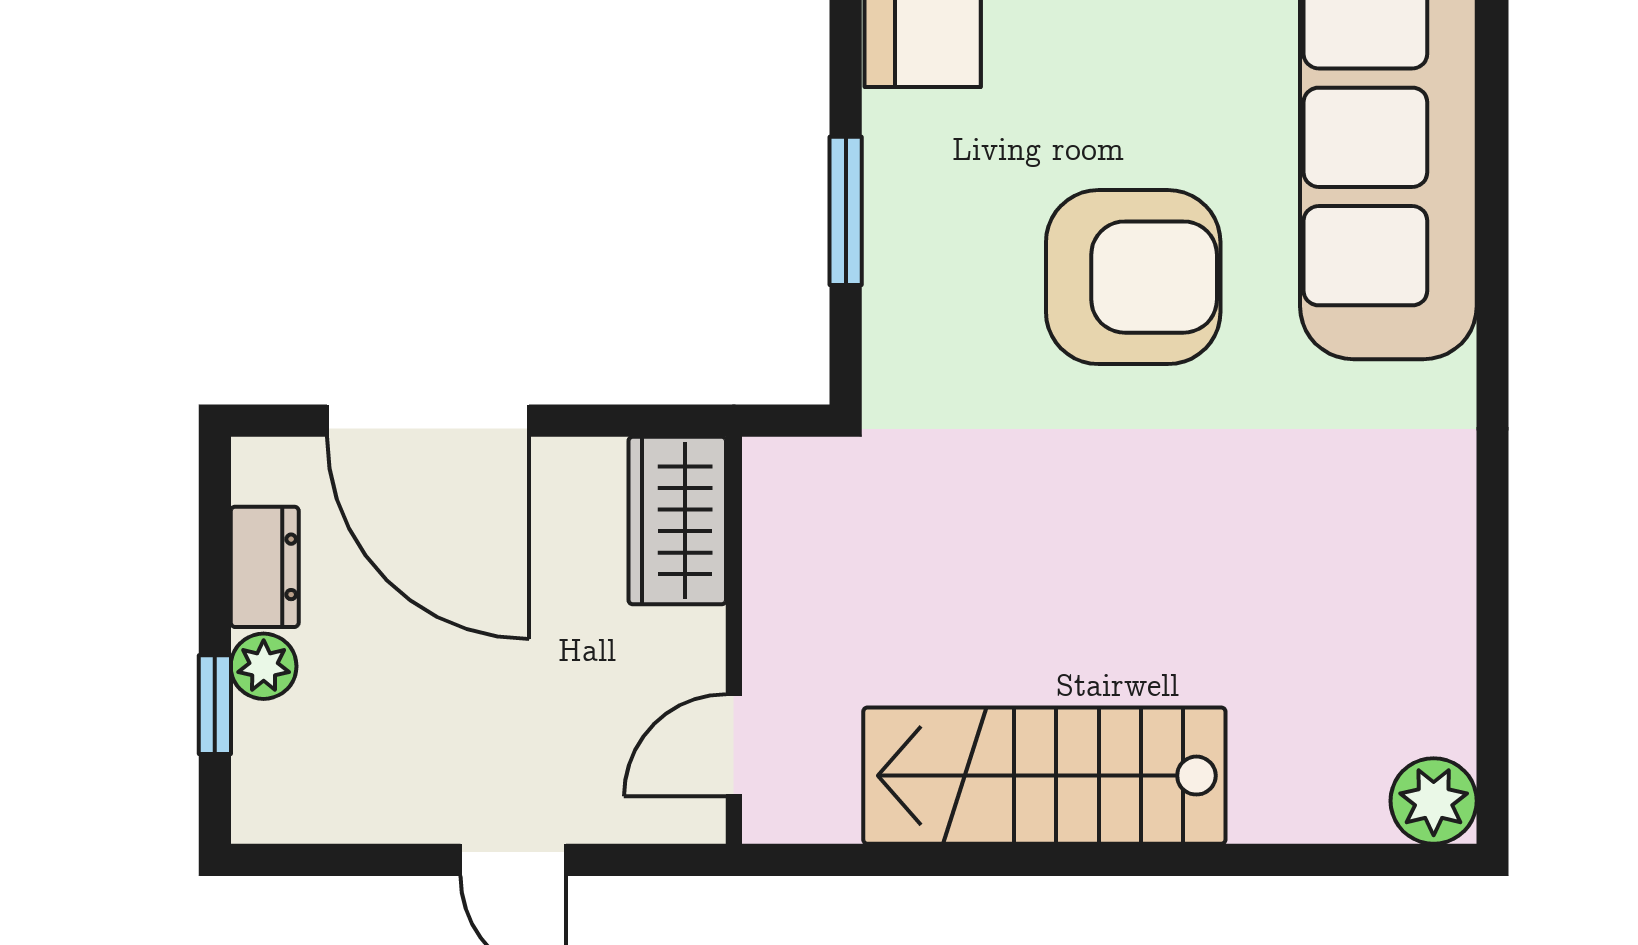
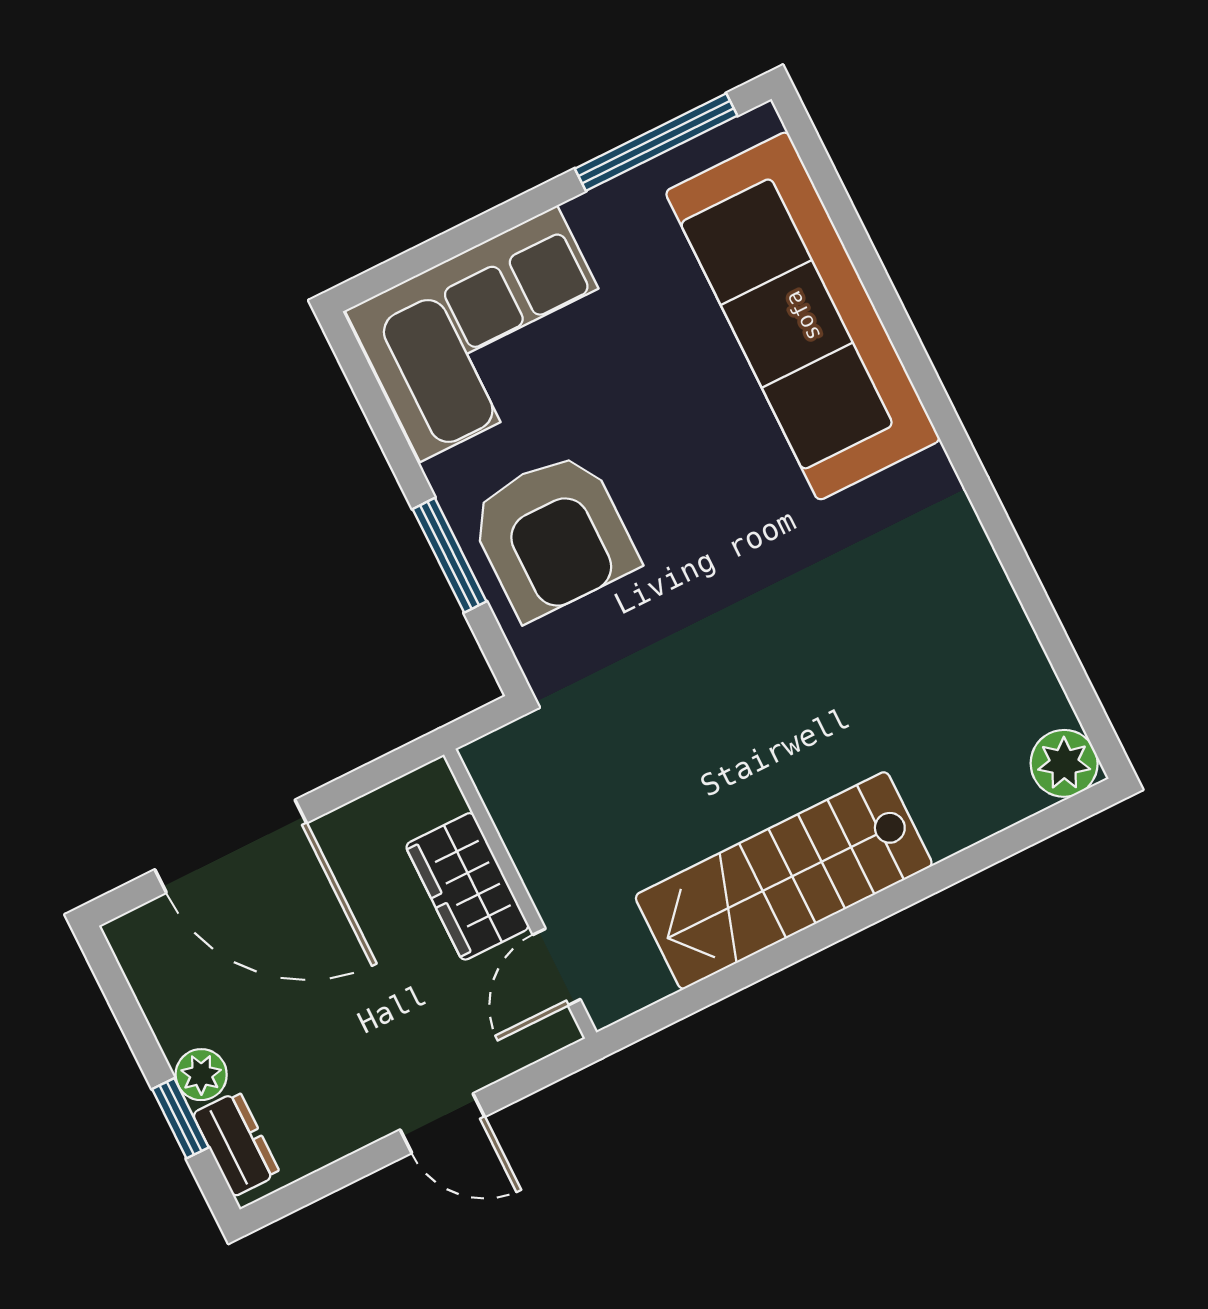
armchair: (1133, 277) -> (553, 535), moved, turned 90
wardrobe: (677, 521) -> (467, 886), moved
dresser: (265, 567) -> (236, 1144), moved

